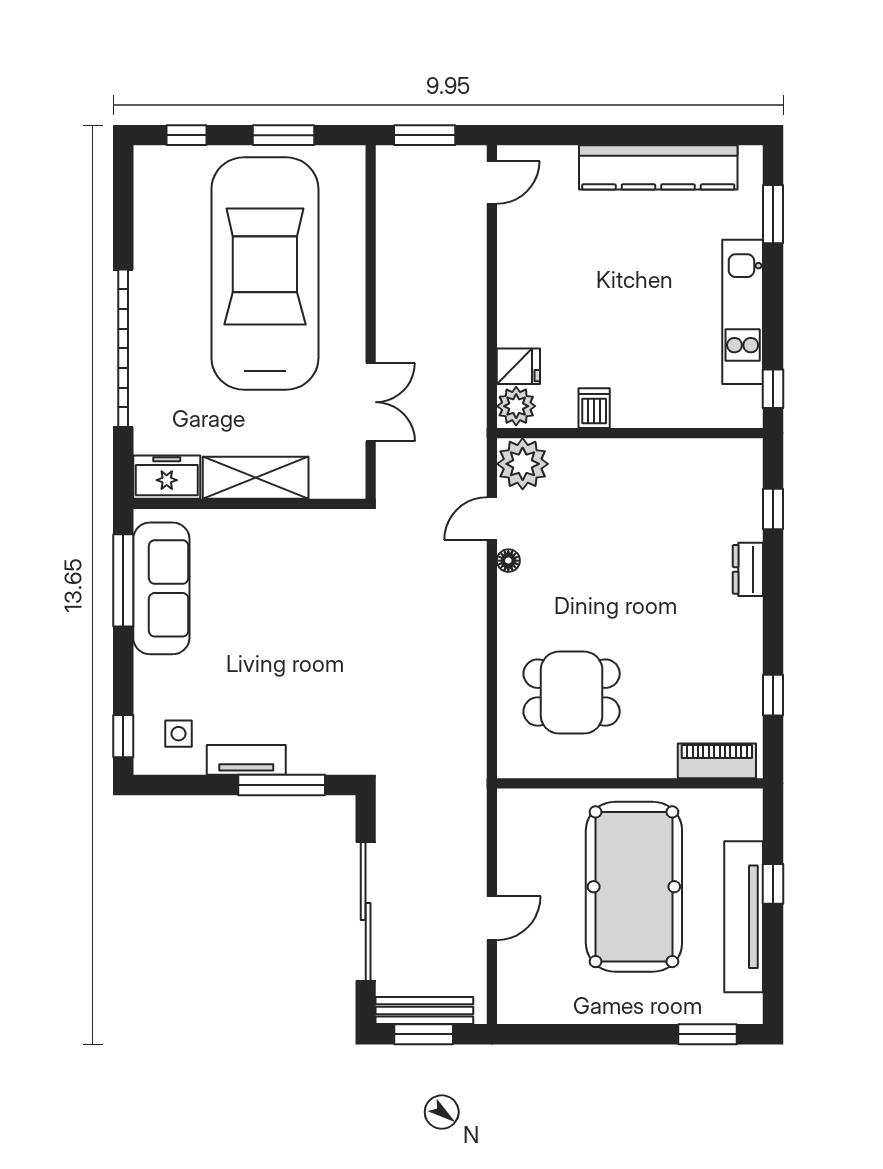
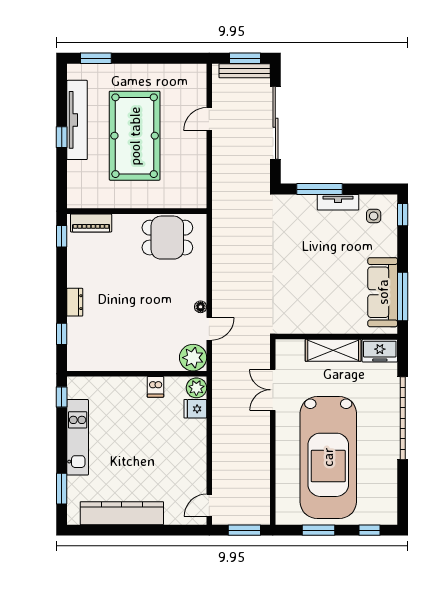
piano: (717, 761) -> (91, 223), moved
wall: (630, 783) -> (137, 211), moved

